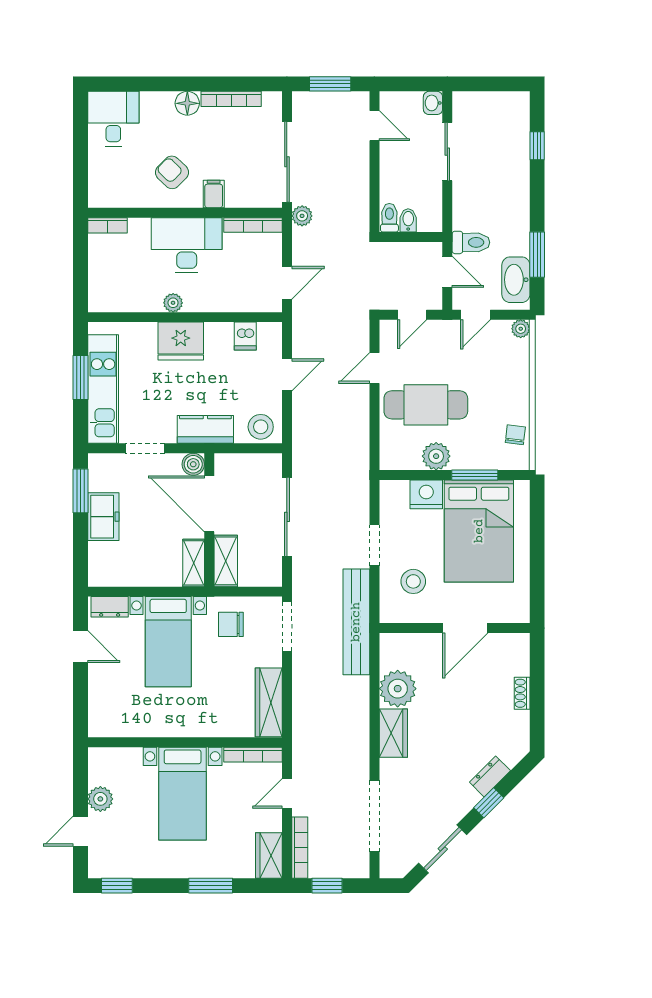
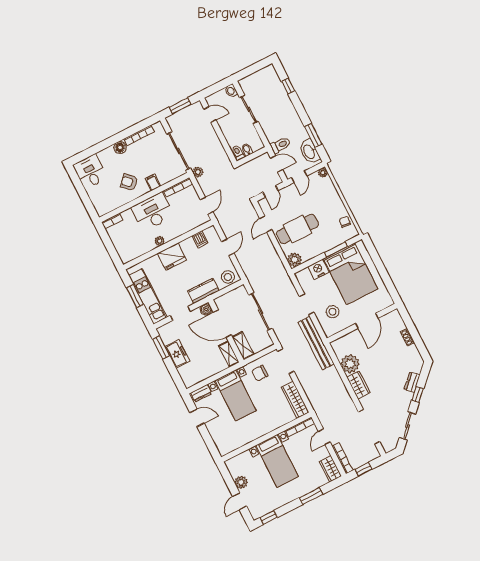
plant: (436, 456) -> (295, 260), moved

